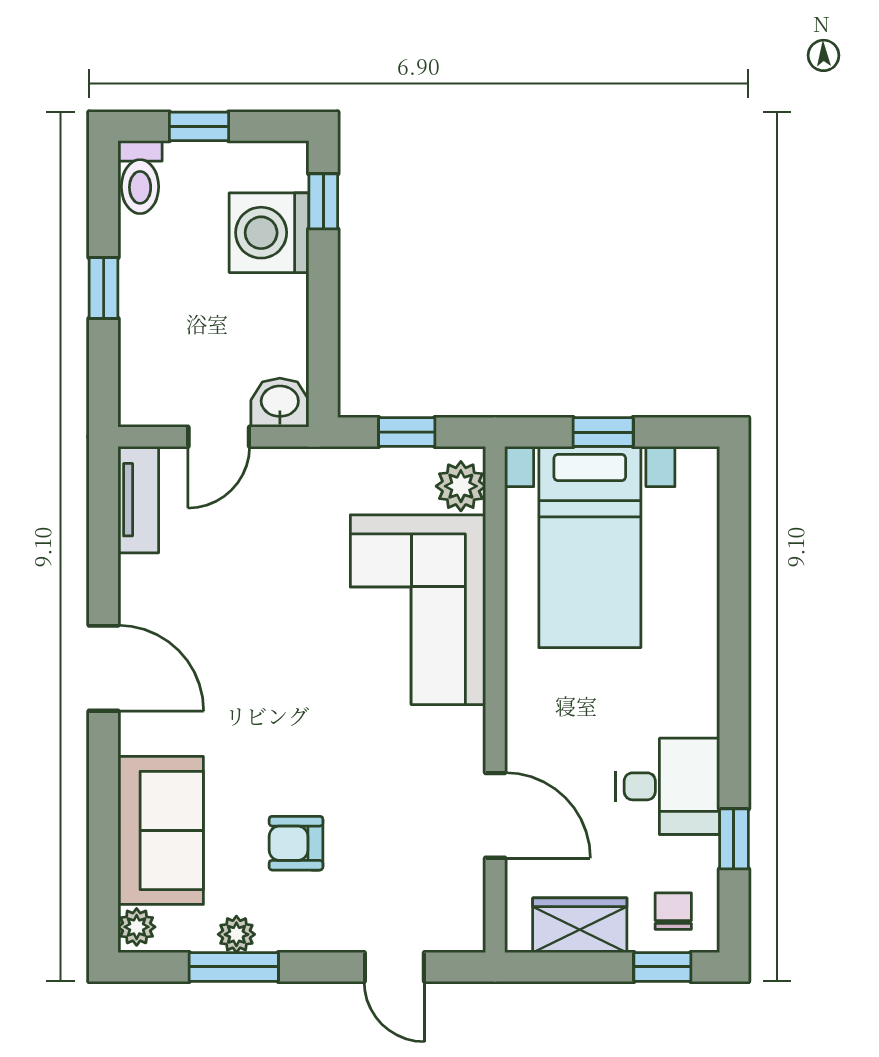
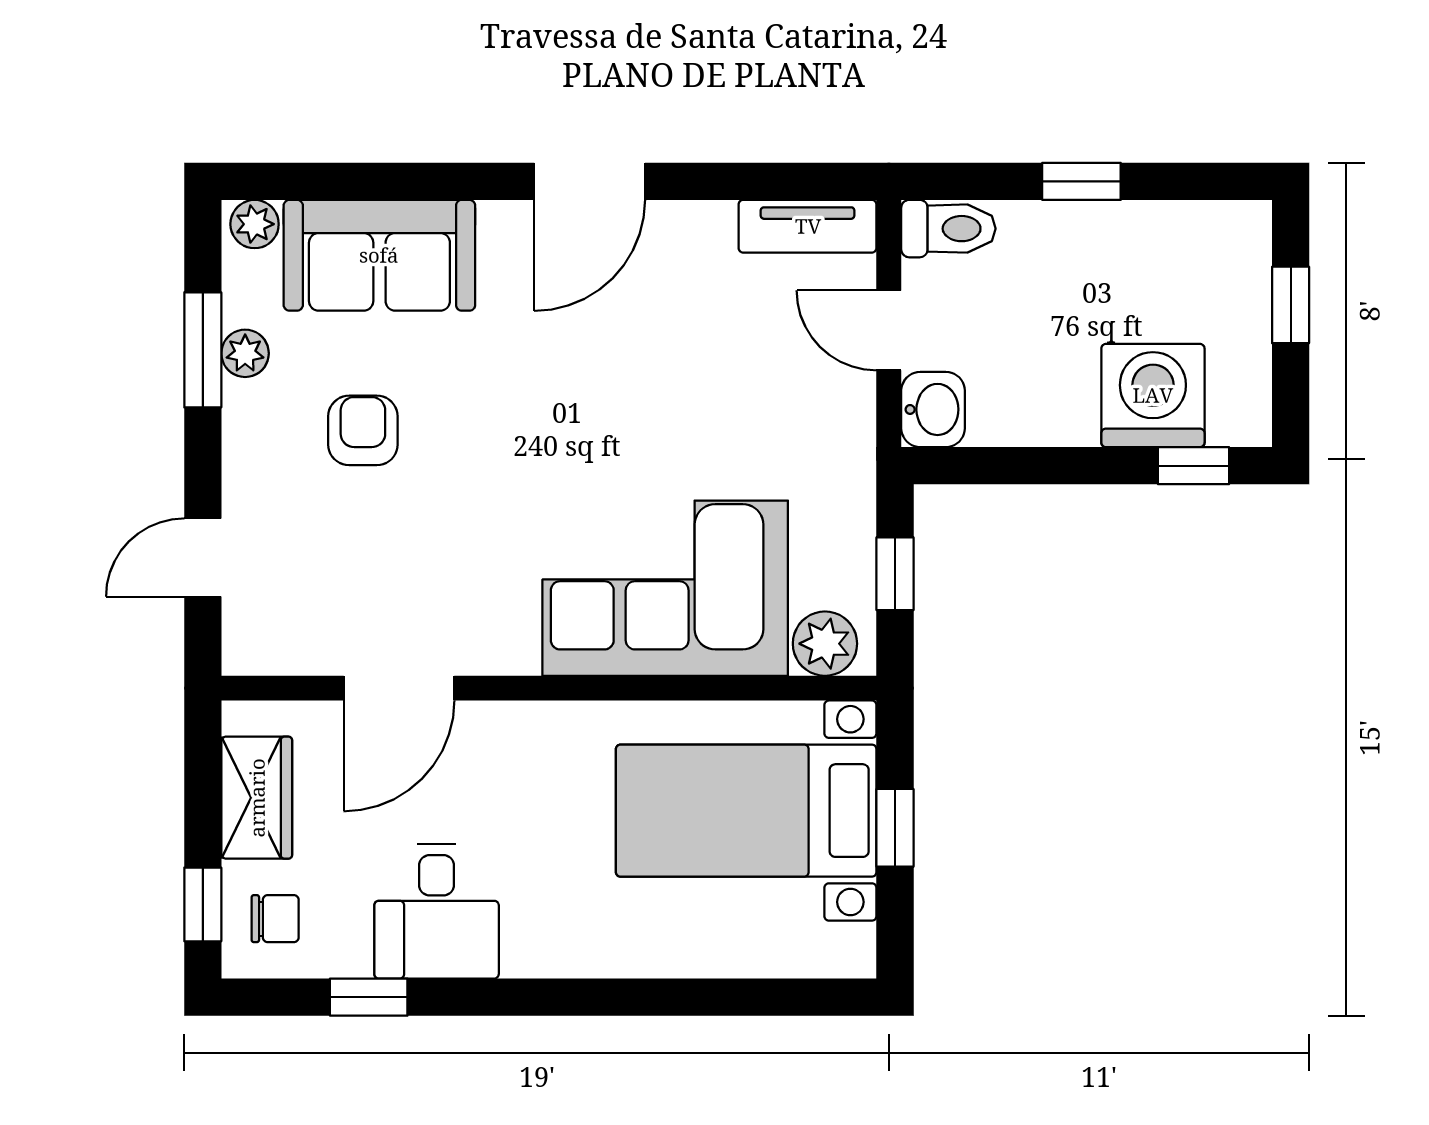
toilet: (140, 177) -> (948, 229), moved, turned 180

